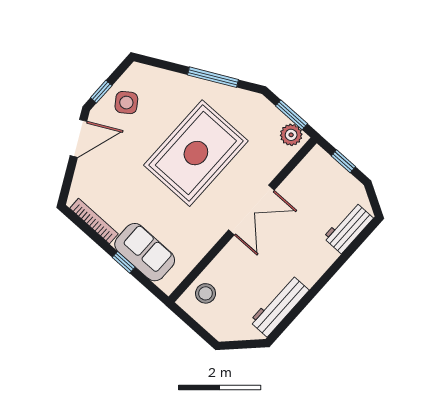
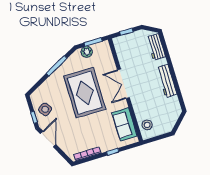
plant: (291, 135) -> (87, 52), moved
double door: (251, 210) -> (123, 84), swing flipped
sofa: (145, 252) -> (125, 124), moved, turned -90
workbench: (279, 306) -> (167, 81), moved

